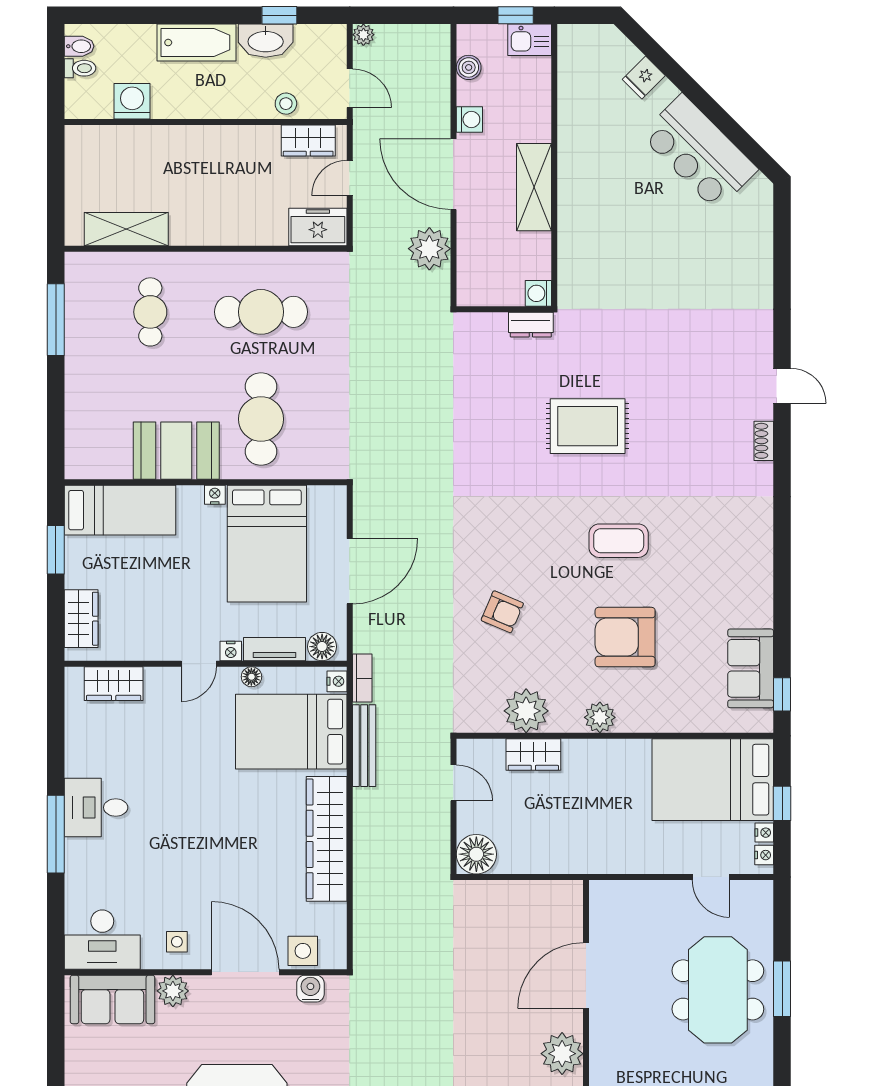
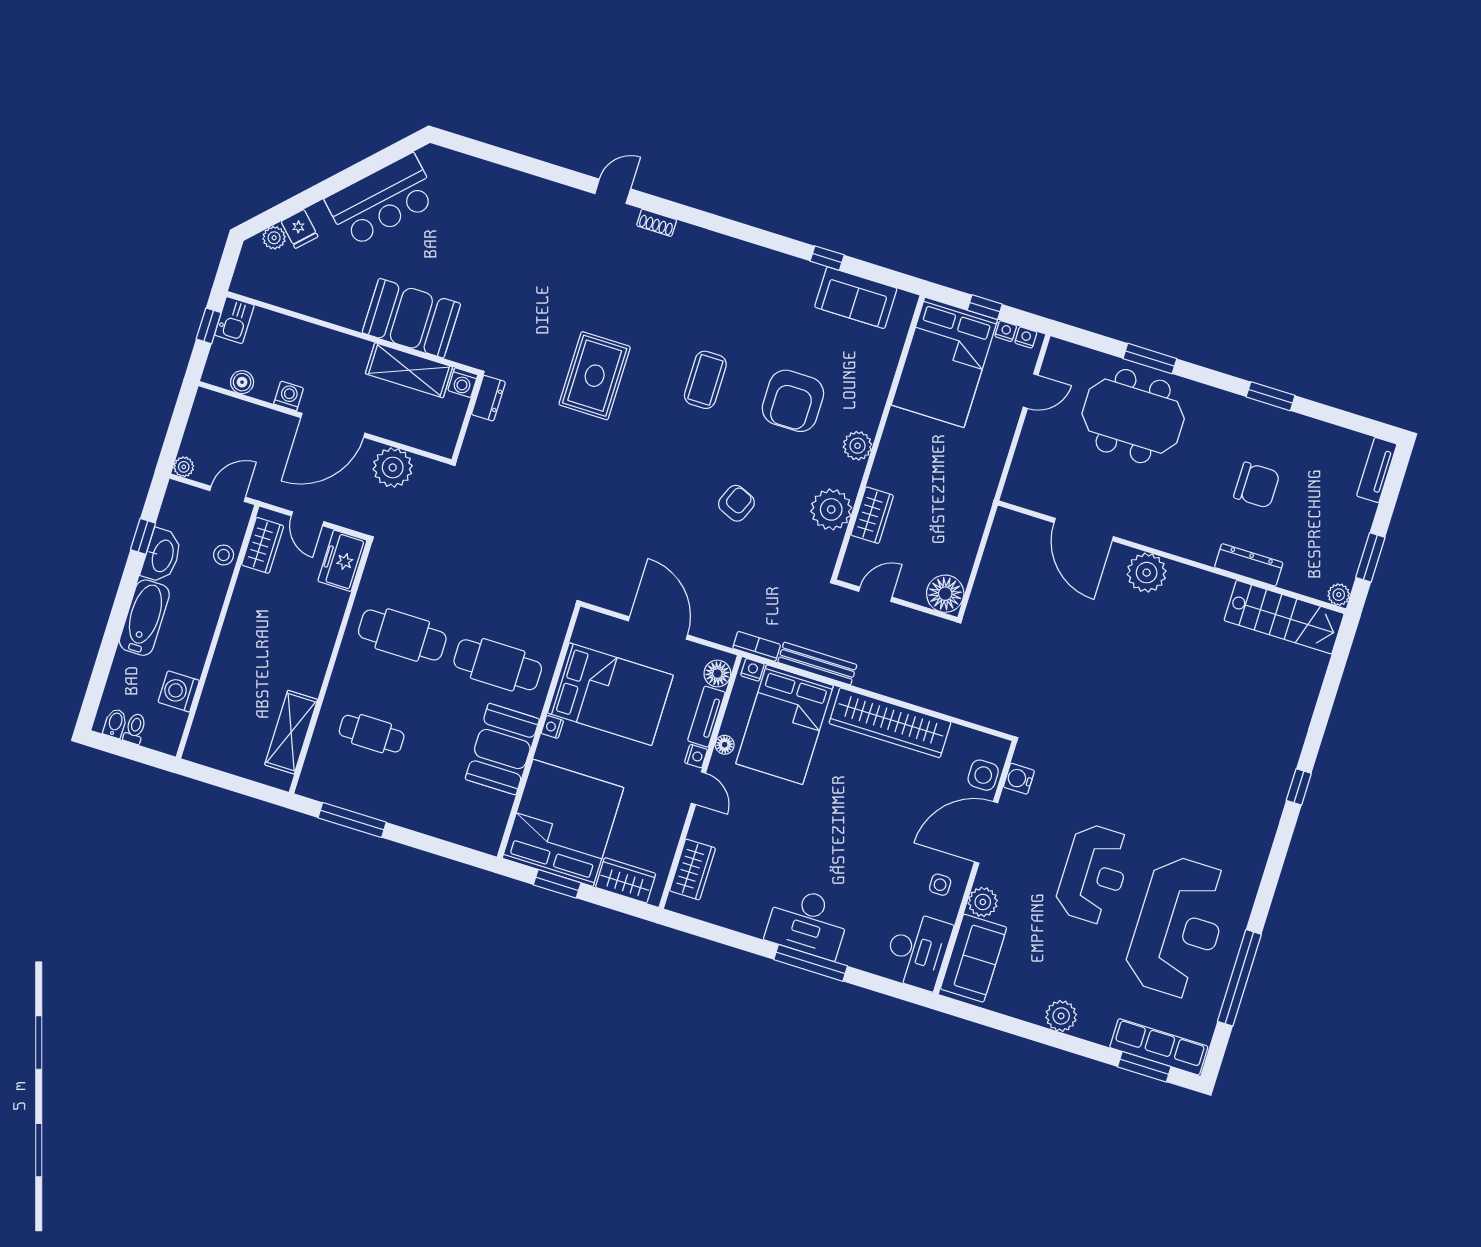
plant: (627, 54) -> (274, 238), added
shelving: (534, 187) -> (409, 370), moved
booth: (588, 220) -> (411, 318), added
cafe table: (261, 312) -> (402, 635), turned 90
bed: (120, 510) -> (563, 823), width x2.04
window: (782, 694) -> (827, 258), moved
desk: (96, 807) -> (808, 923), width x1.37

